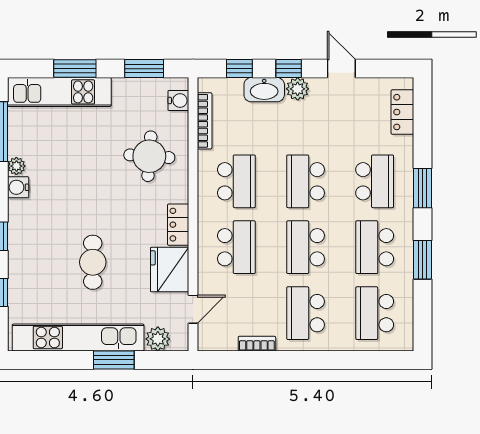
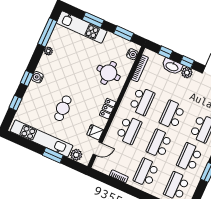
water cooler: (18, 187) -> (37, 77), moved
fridge: (170, 270) -> (95, 132), width x0.53, depth x0.75

